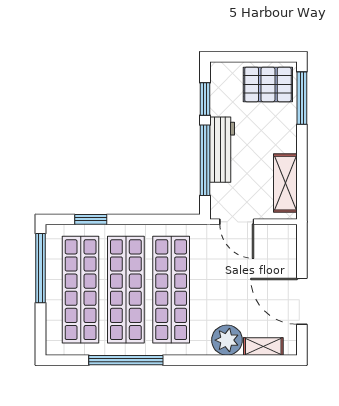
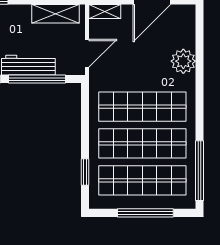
window: (41, 268) -> (145, 213), moved
shelving: (263, 346) -> (105, 11), moved, turned 90
window: (126, 360) -> (200, 171), moved

